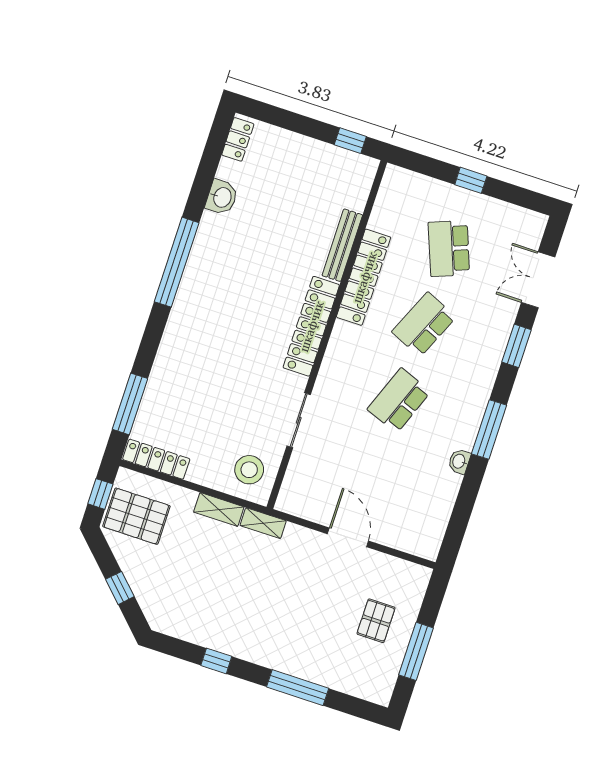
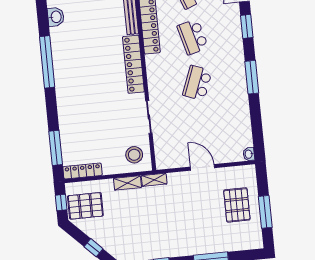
school desk: (424, 324) -> (193, 37), turned -39
washbasin: (459, 461) -> (249, 154), moved
pallet: (376, 621) -> (237, 205), width x1.50, depth x1.42

